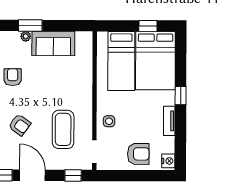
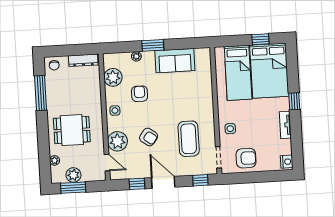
plant: (26, 36) -> (136, 56), moved
armchair: (138, 154) -> (246, 158), moved

